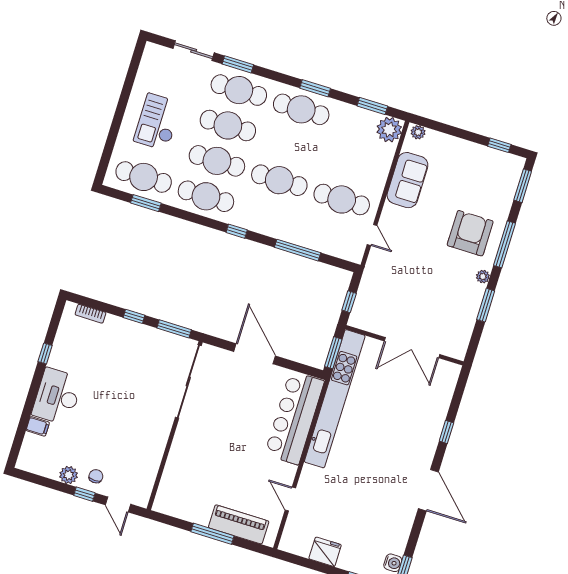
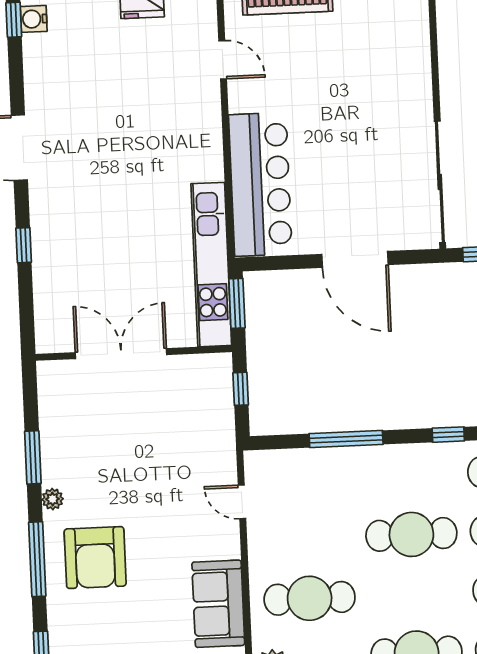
cafe table: (342, 199) -> (310, 598), moved
kitchen unit: (335, 399) -> (211, 265), width x0.73

